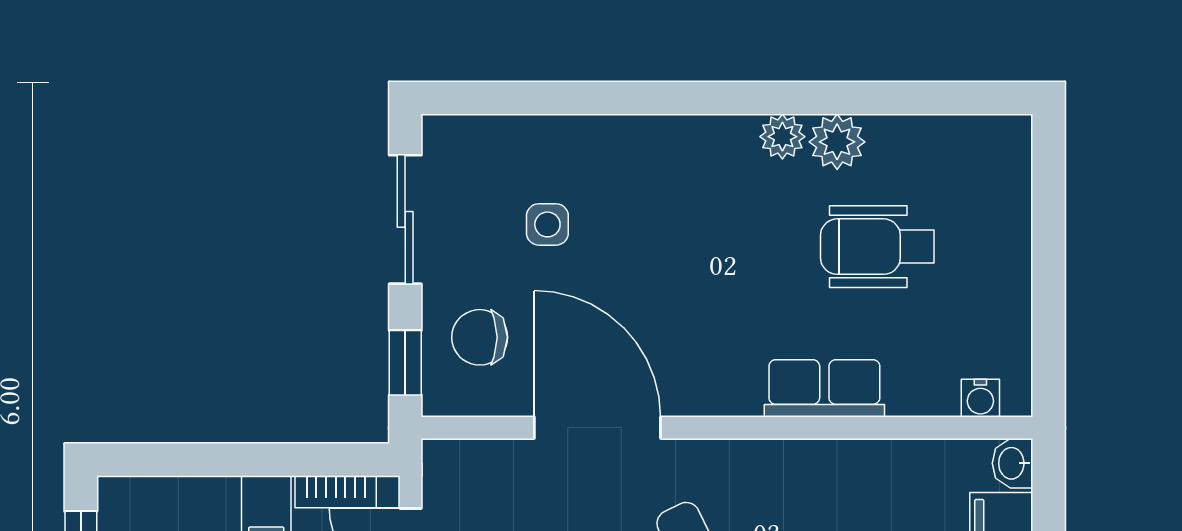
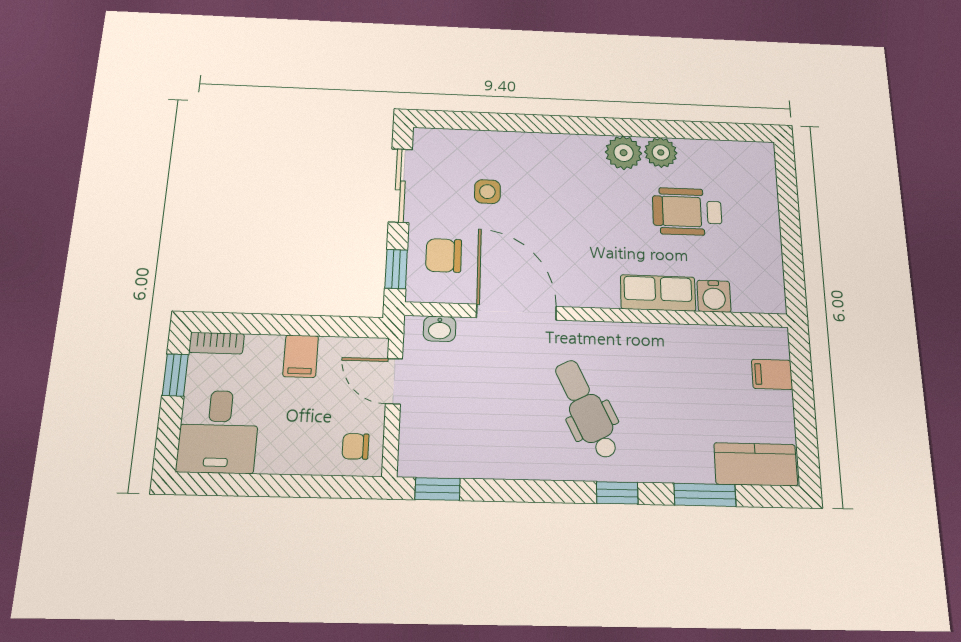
plant: (782, 137) -> (624, 153), width x1.38, depth x1.38
water cooler: (980, 398) -> (714, 296), moved, width x1.38, depth x1.38
washbasin: (1013, 463) -> (440, 329), moved, turned -90
bookcase: (336, 492) -> (217, 343), moved

